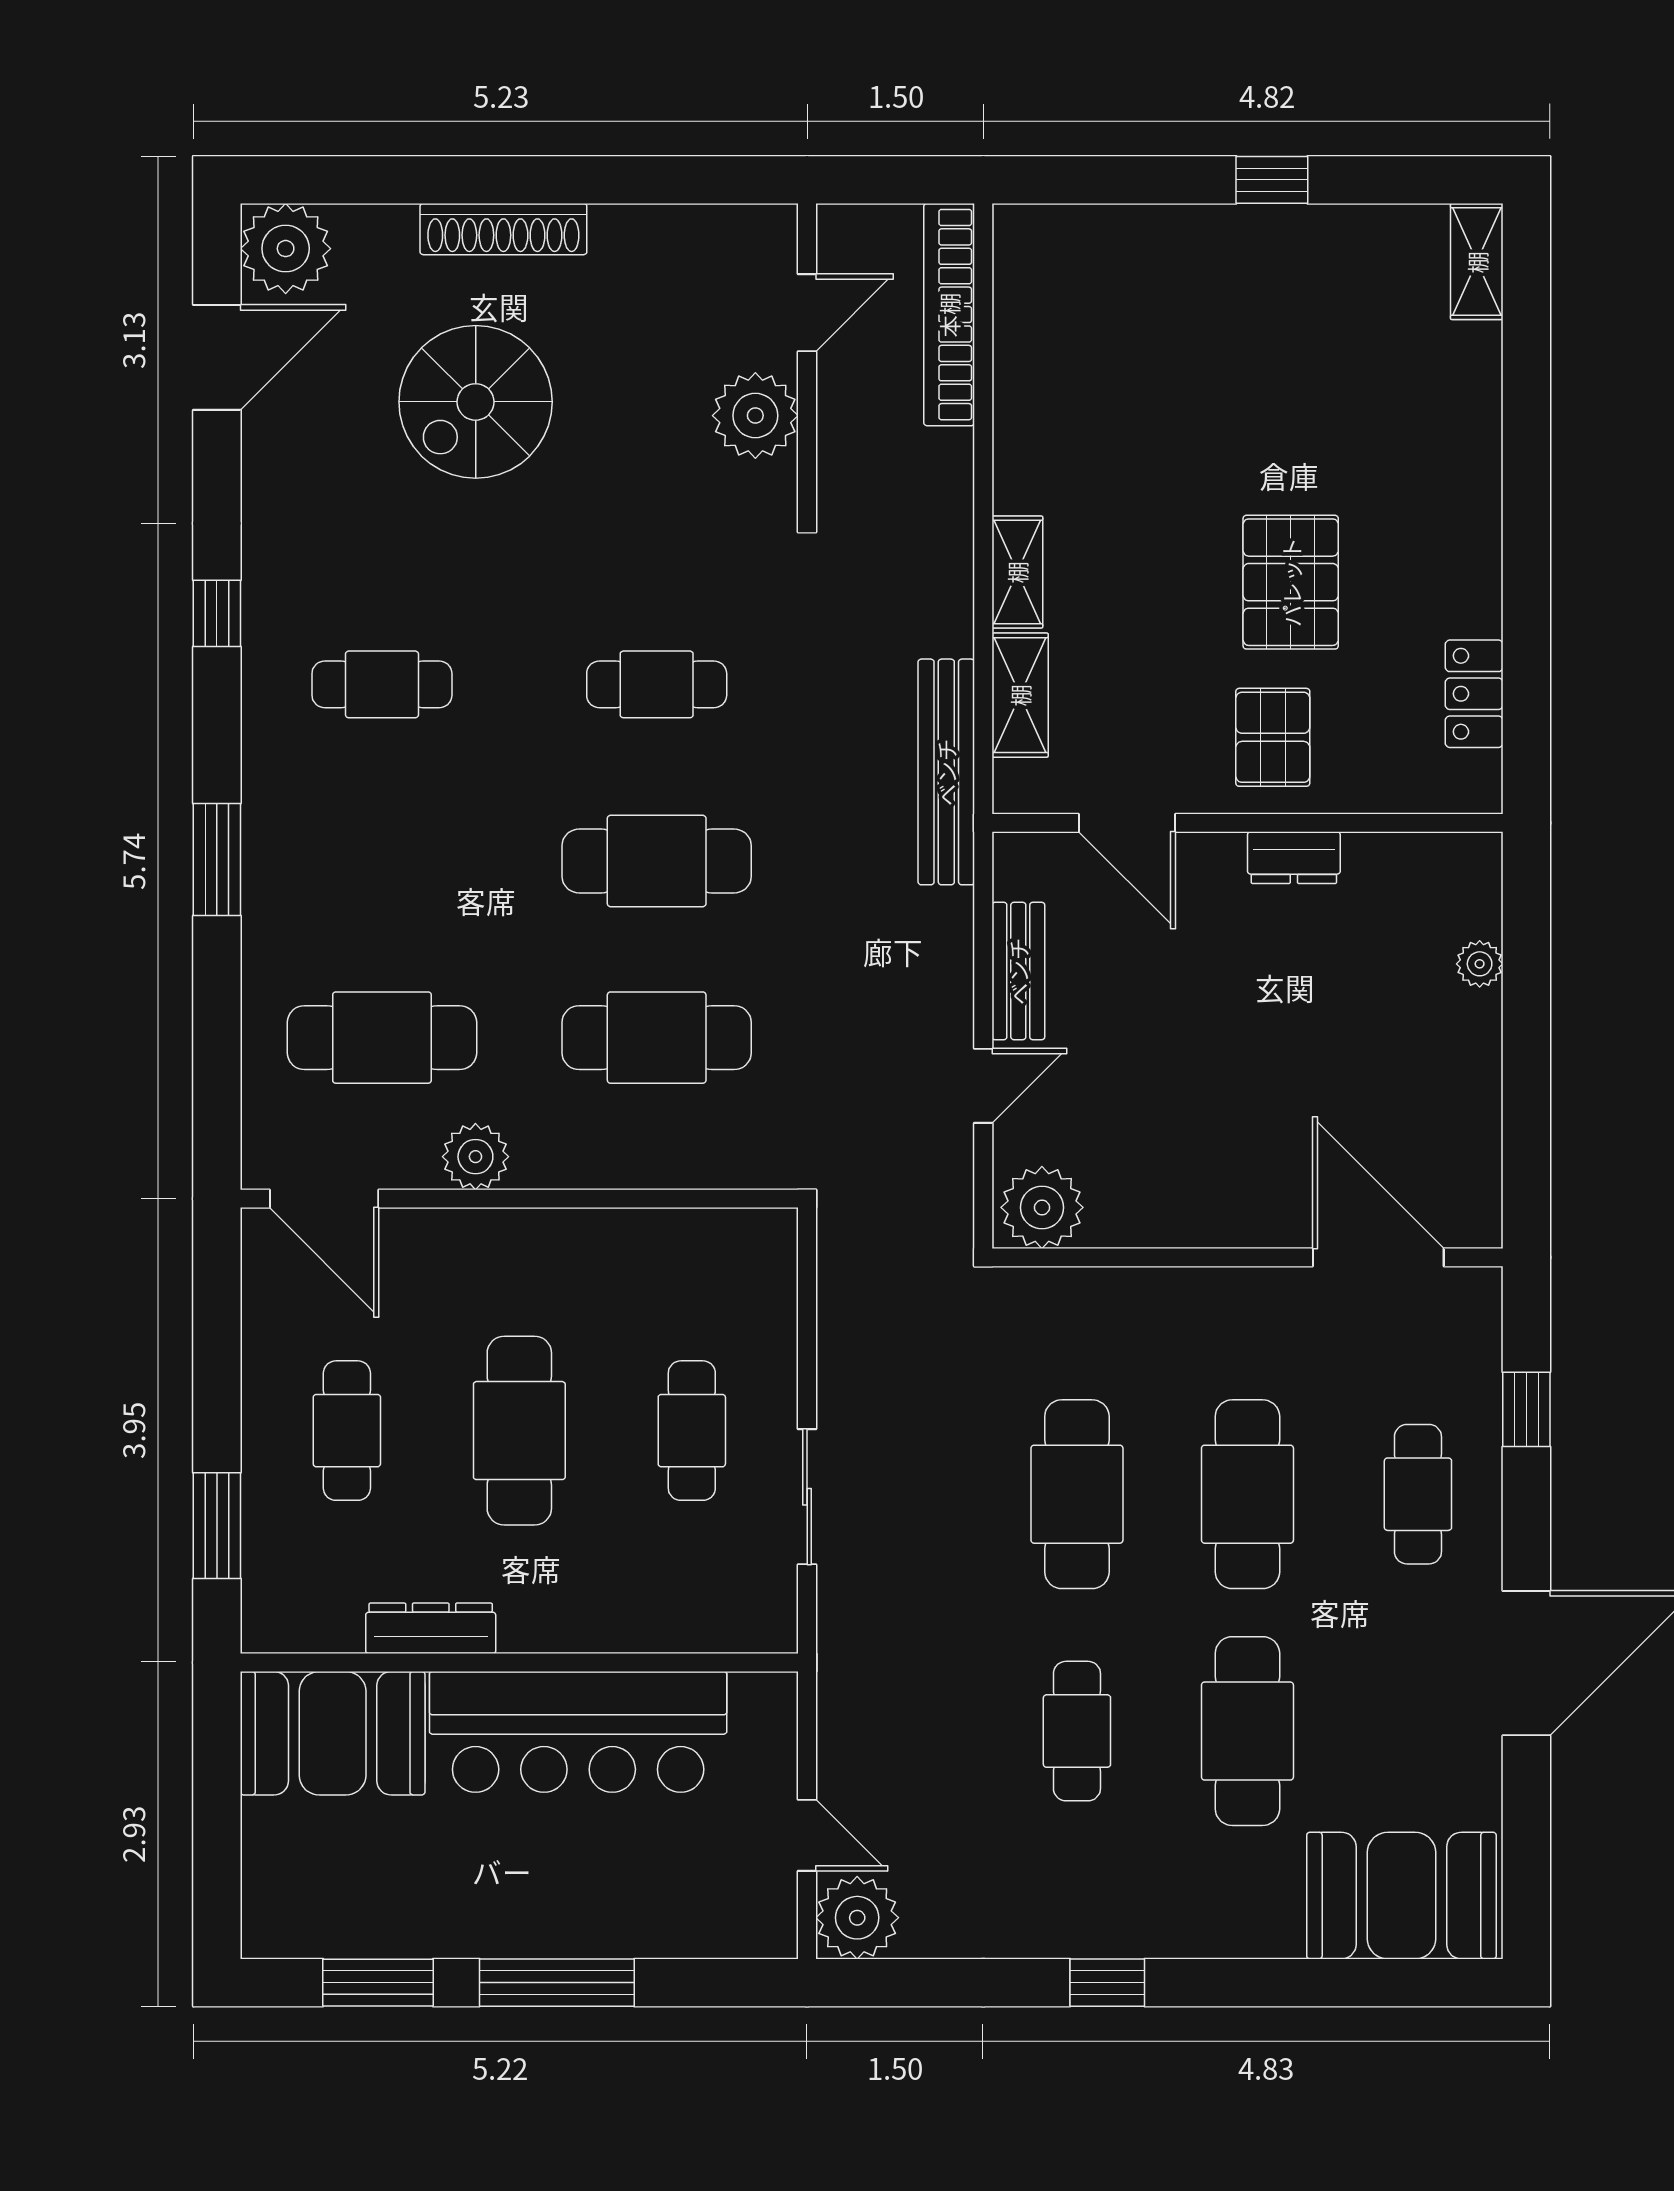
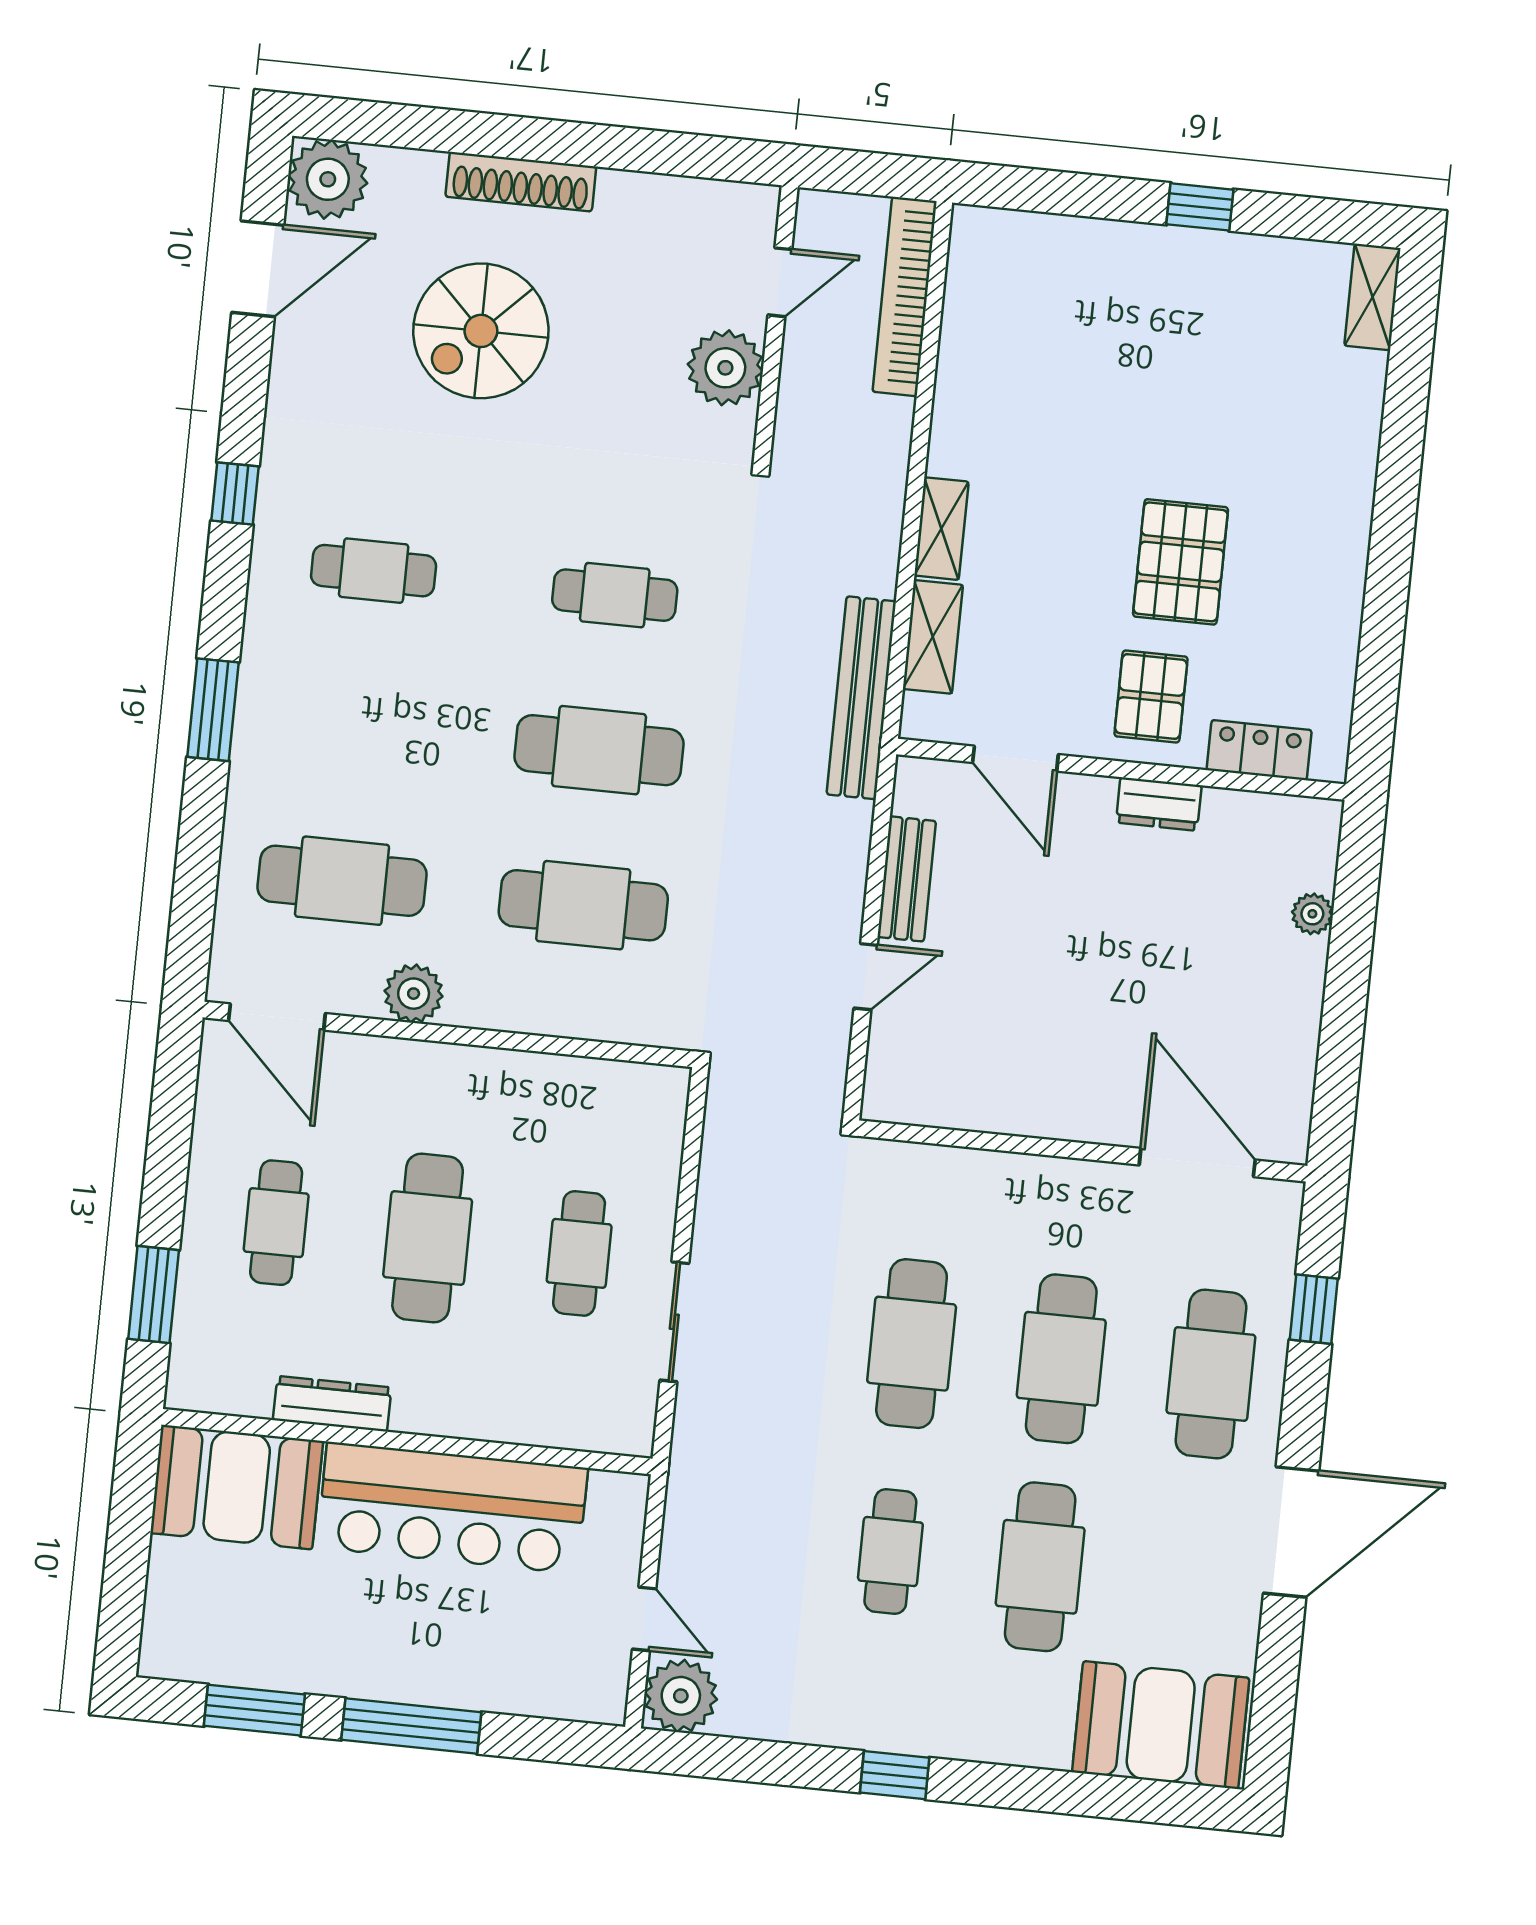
locker: (1474, 694) -> (1259, 750), moved, turned 90
plant: (1042, 1207) -> (906, 1089), removed
cafe table: (1418, 1494) -> (1211, 1374), width x1.37, depth x1.35

